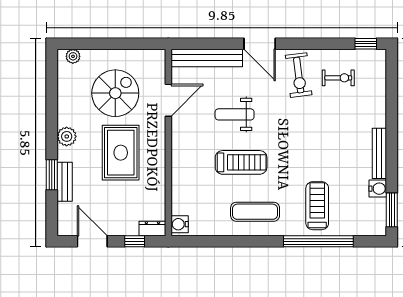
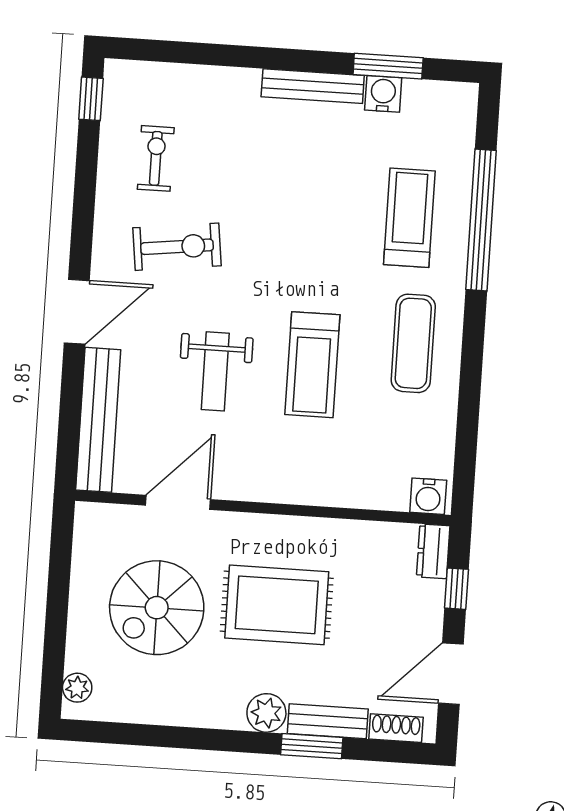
exercise bike: (299, 75) -> (177, 247), moved
spiral stairs: (115, 93) -> (157, 608), turned -90
door: (168, 100) -> (178, 502), hinge flipped
plant: (67, 136) -> (266, 713), moved
treadmill: (241, 162) -> (312, 365), turned 180
treadmill: (317, 206) -> (409, 218), turned 90
window: (392, 210) -> (388, 66), moved
shoe rack: (63, 216) -> (396, 728), added

